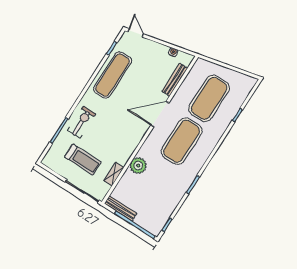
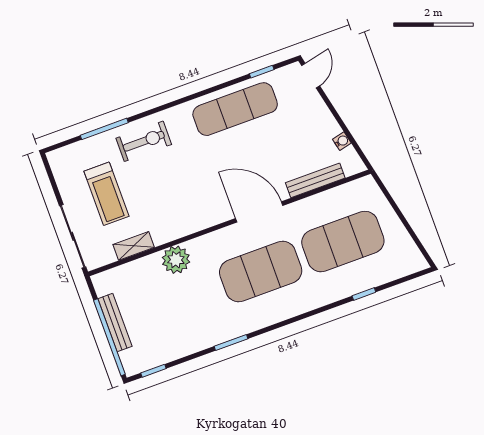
bench: (120, 209) -> (115, 323), moved

